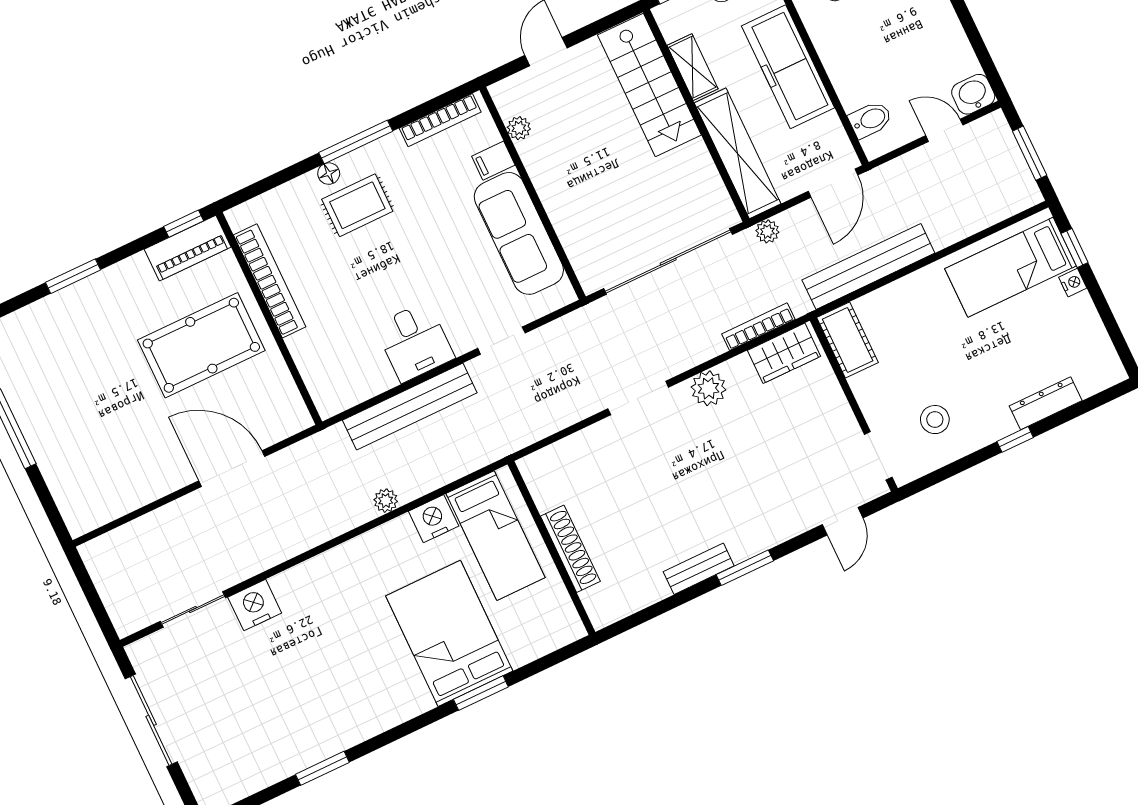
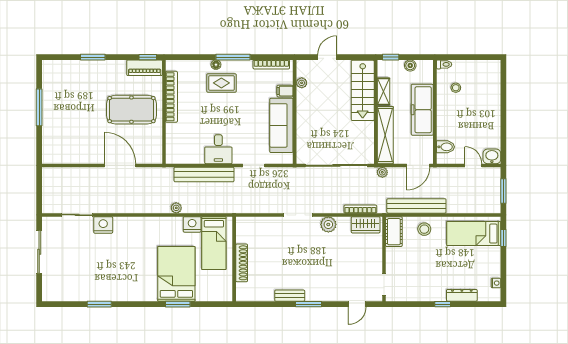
nightstand: (1073, 283) -> (496, 283), moved
stool: (935, 420) -> (424, 229), moved

